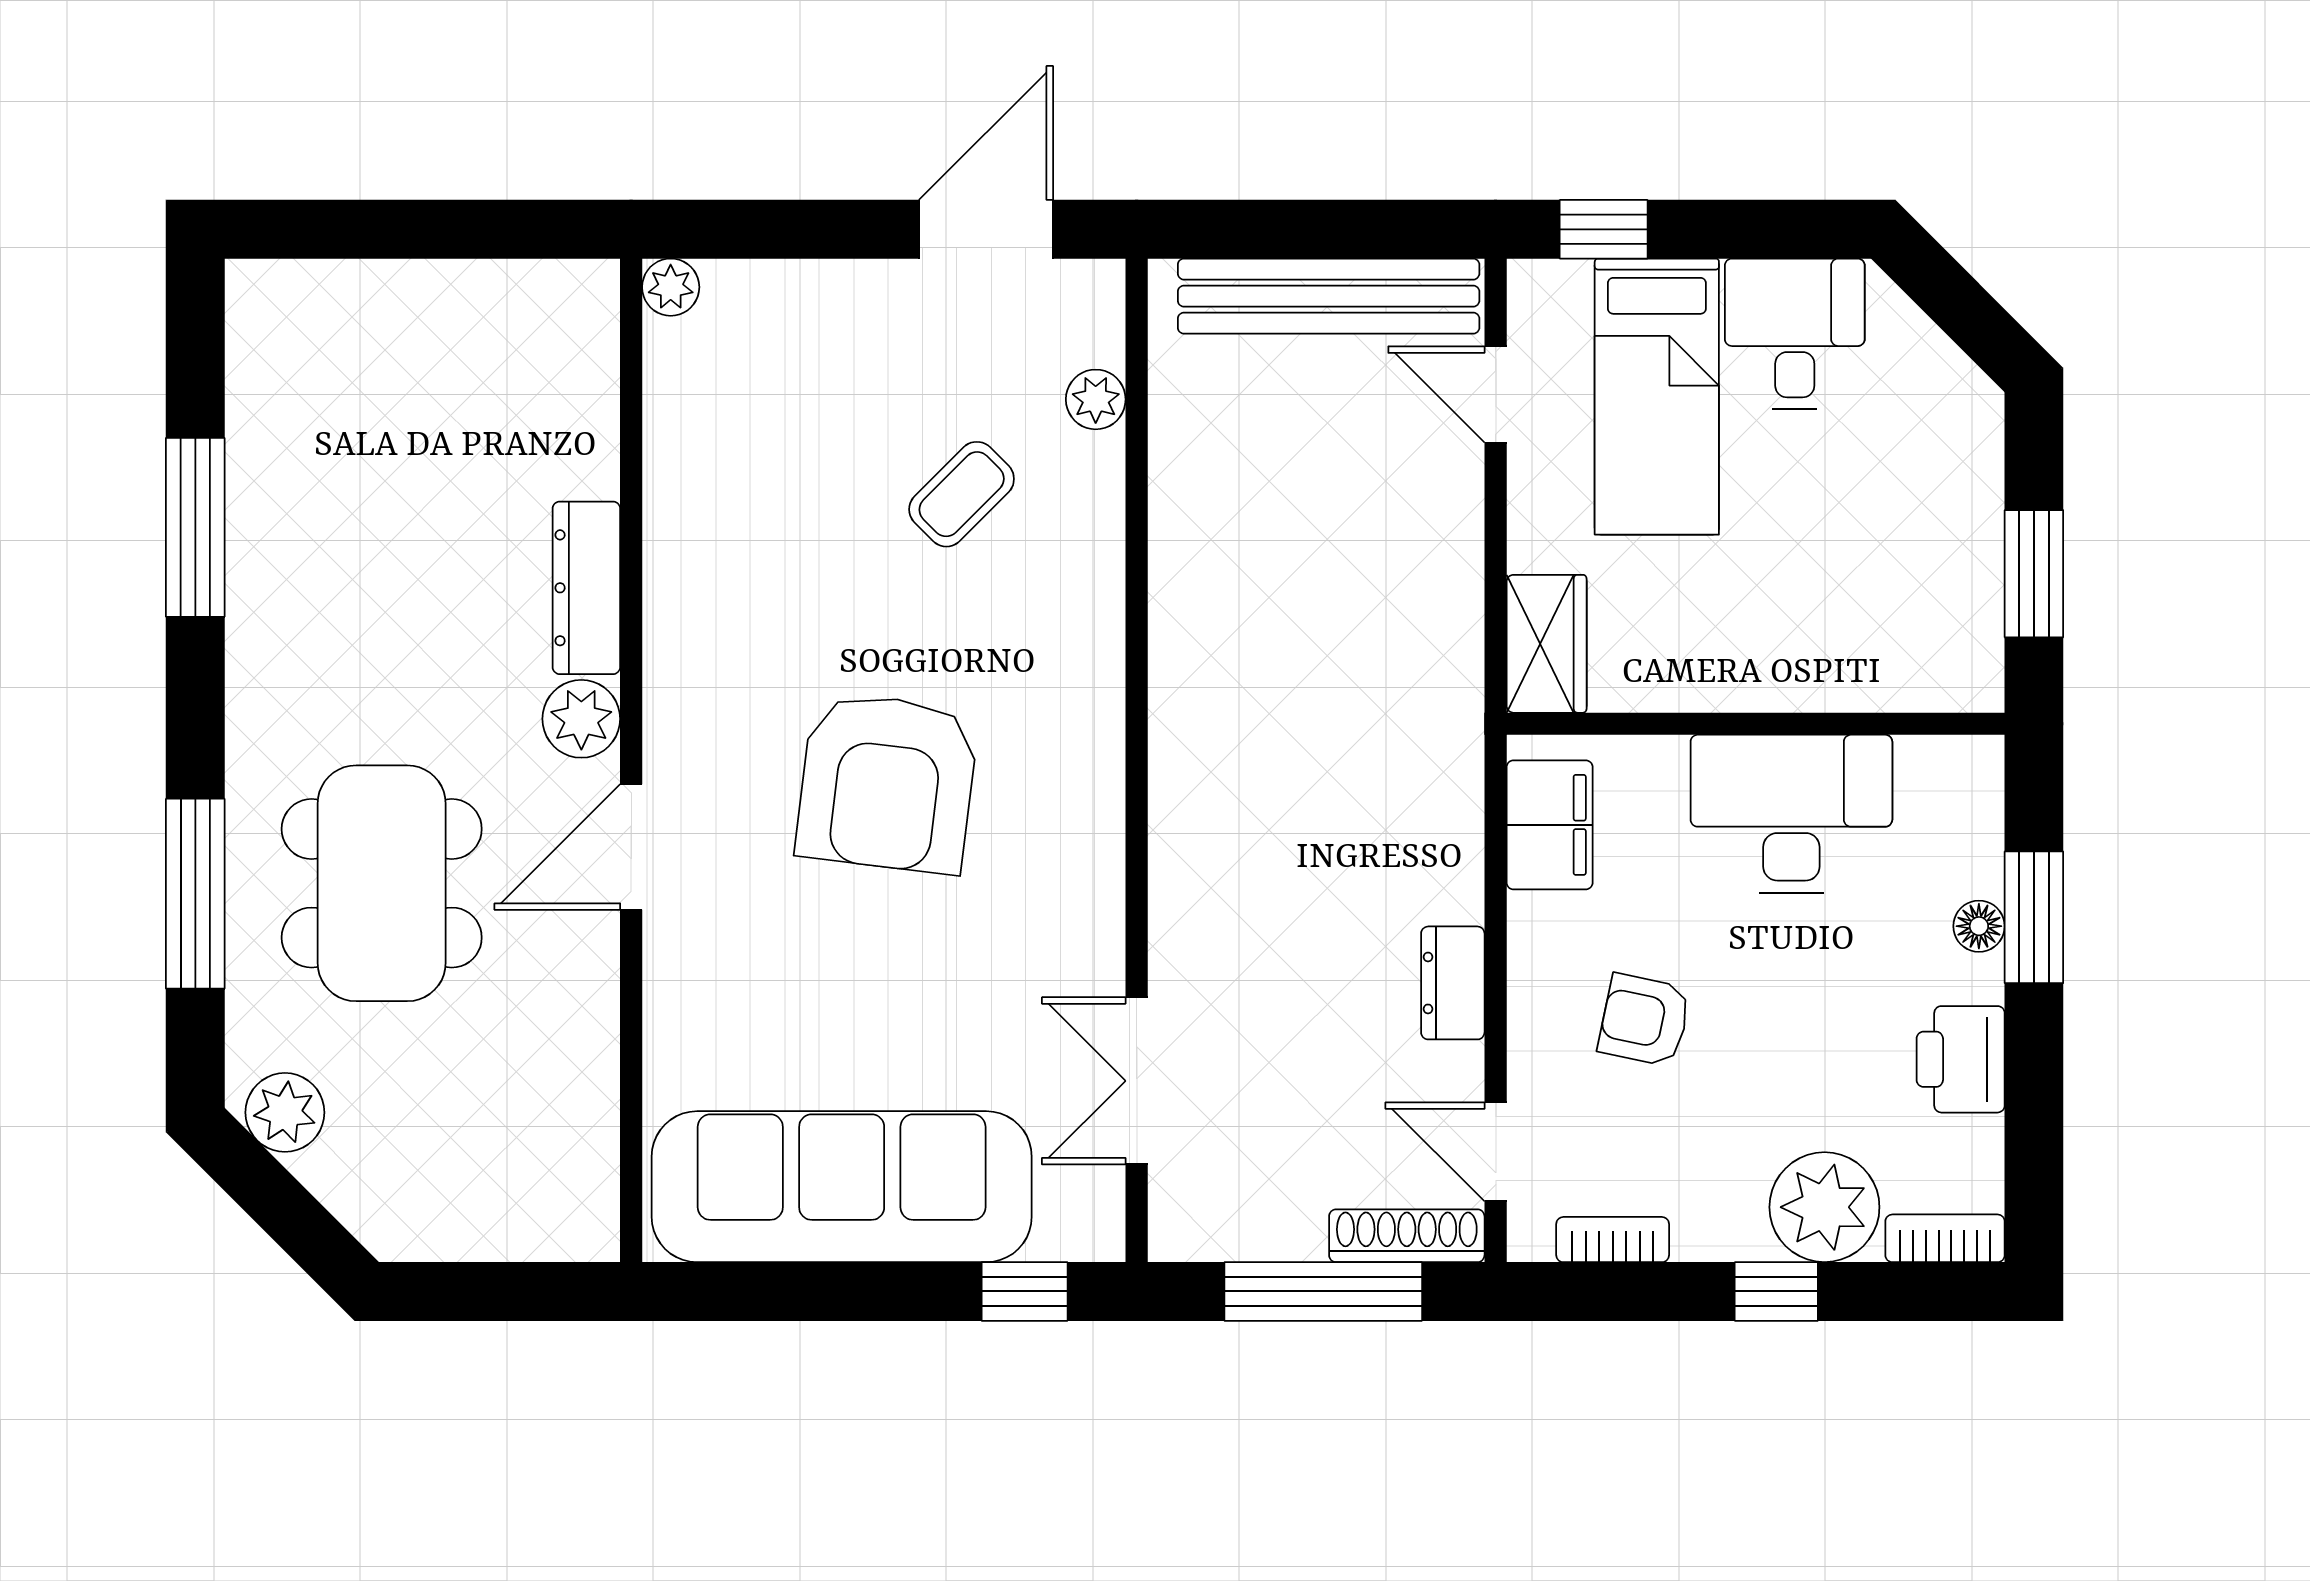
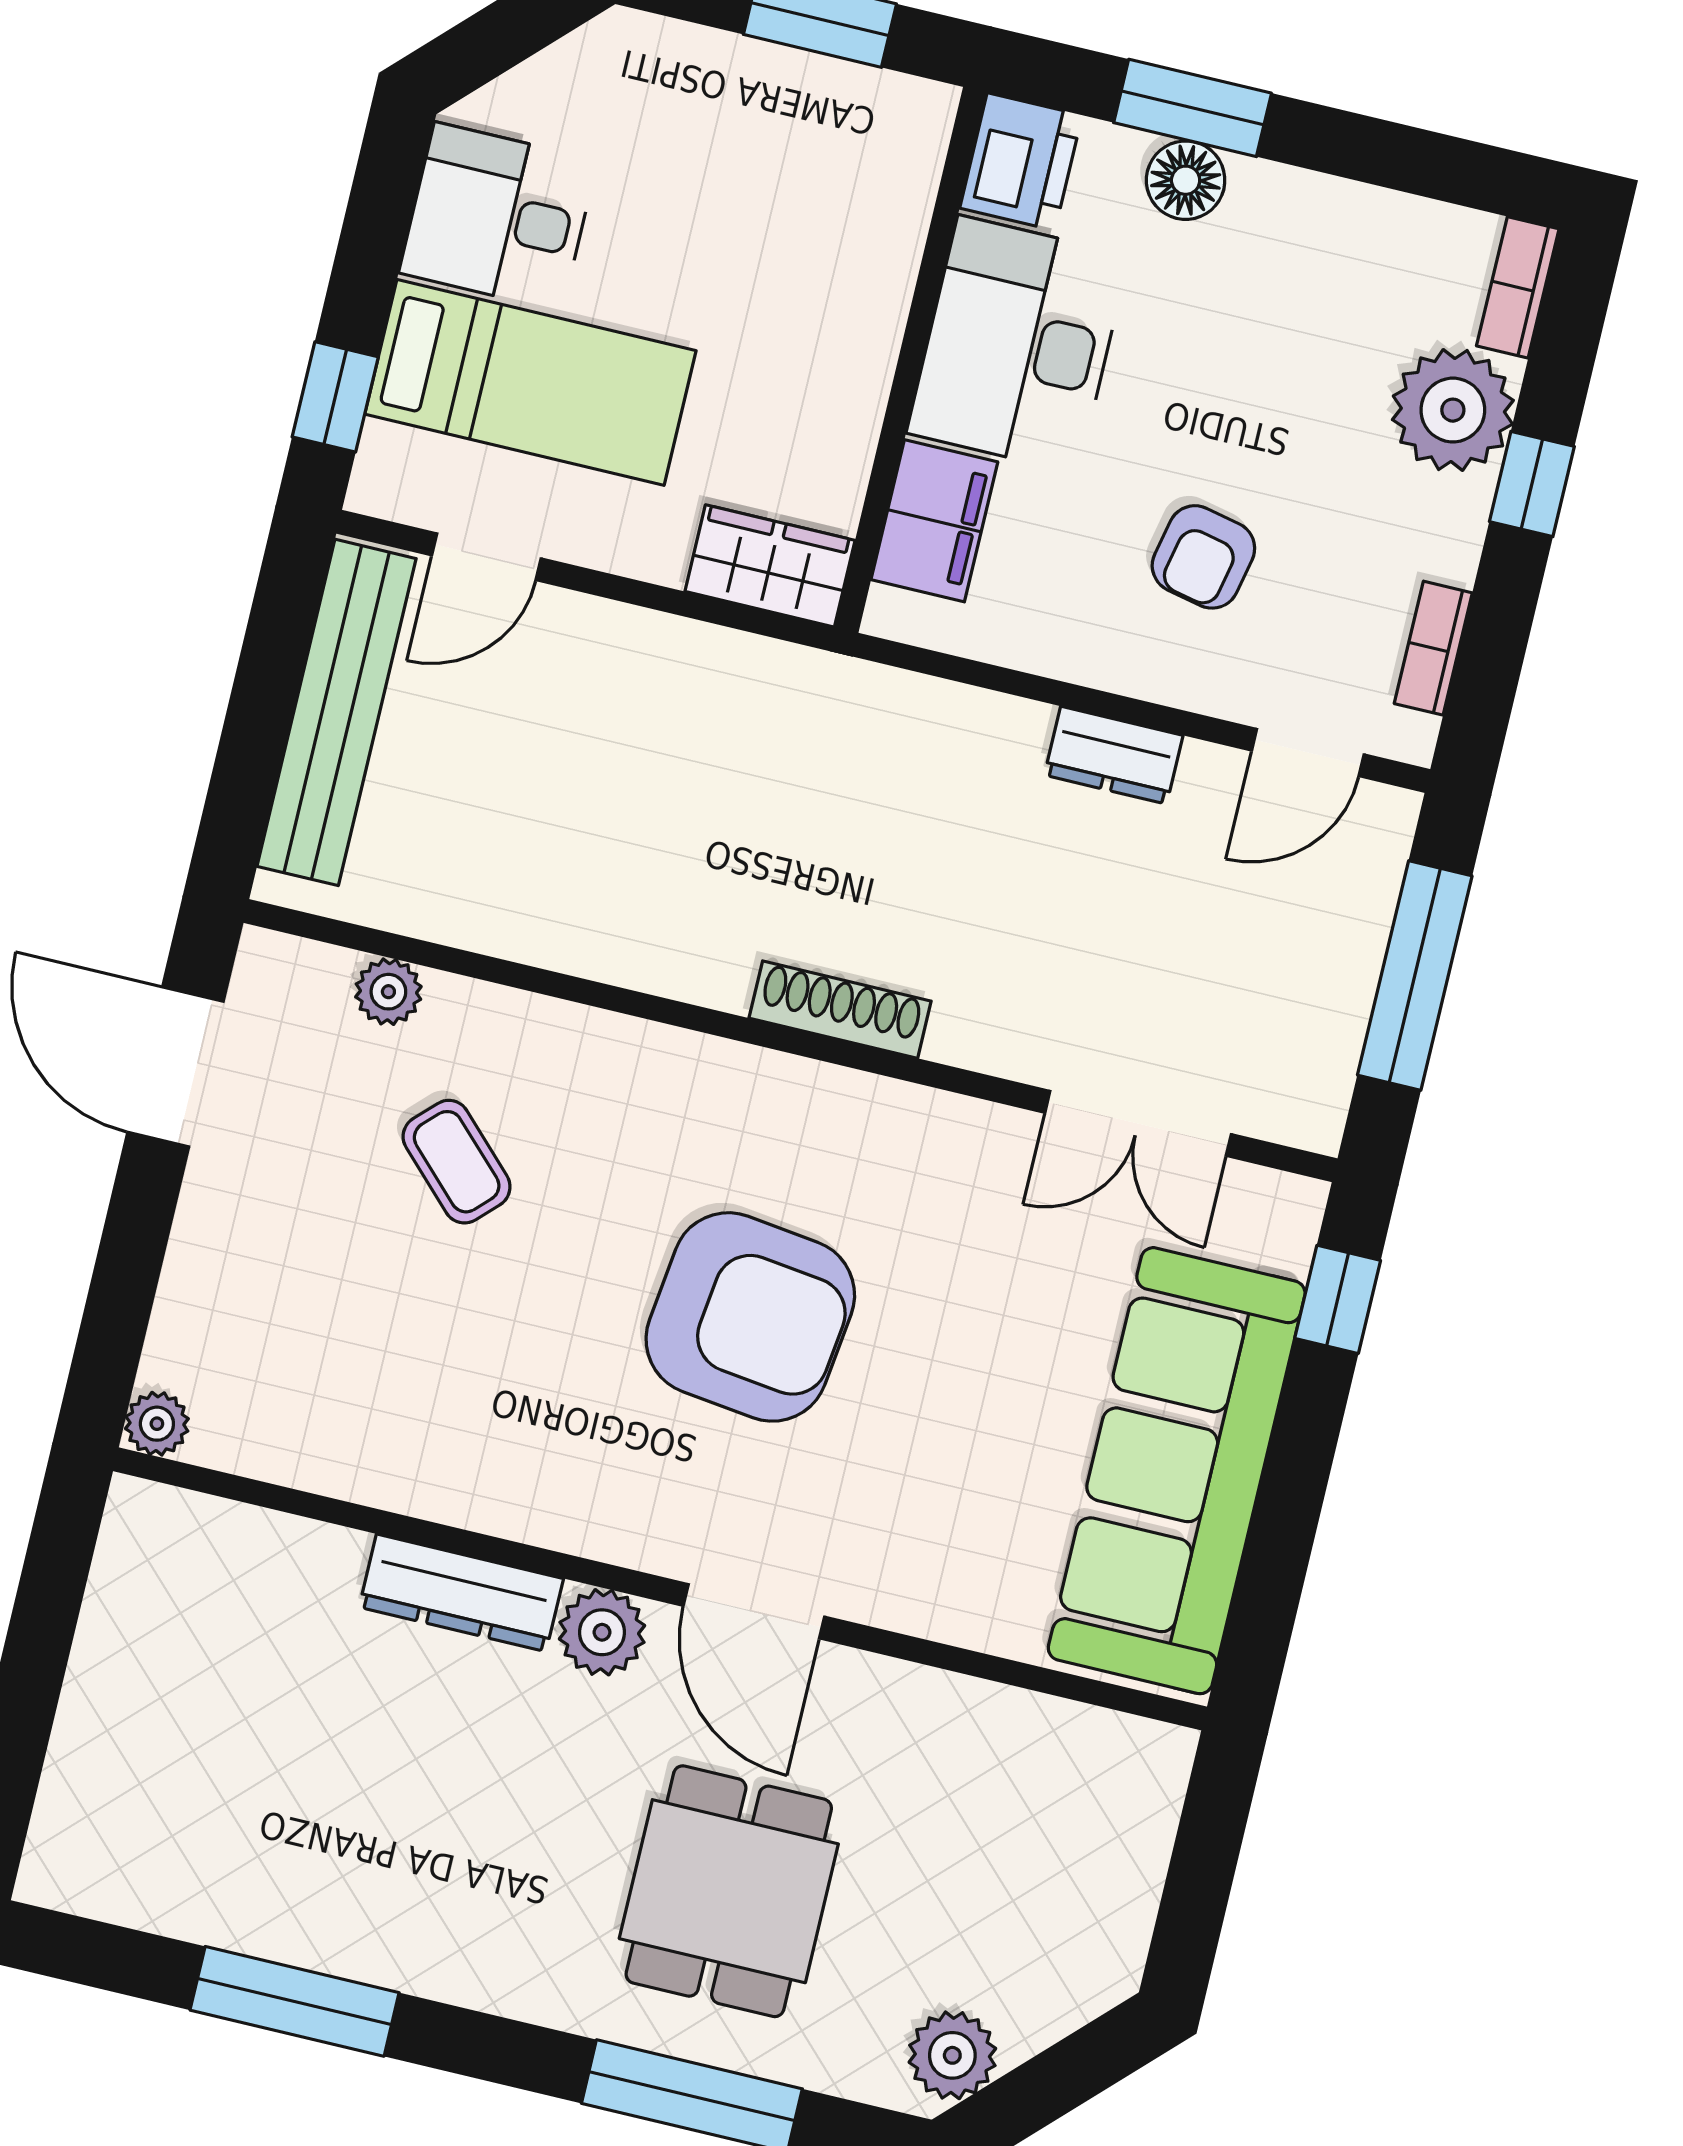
filing cabinet: (1550, 825) -> (934, 521), moved, turned 90
dining table: (382, 883) -> (729, 1891), width x0.73
floor lamp: (1979, 926) -> (1186, 180), width x1.37, depth x1.37
printer: (1961, 1059) -> (1021, 162), moved, turned -90
shoe rack: (1407, 1236) -> (840, 1010), moved, turned 90

